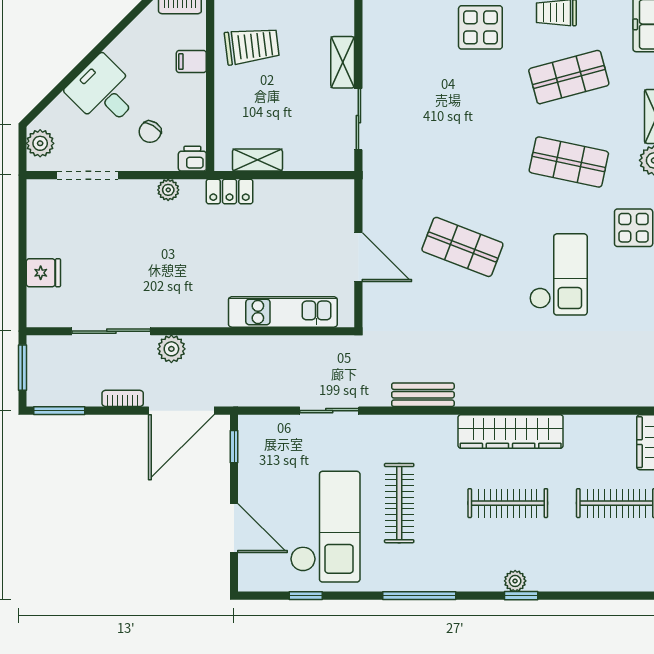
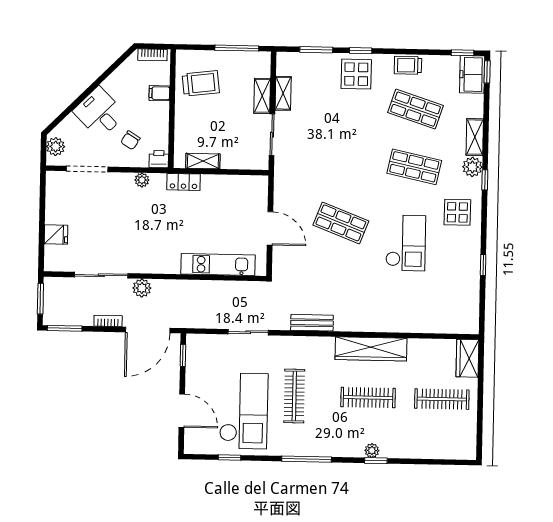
shelving: (373, 58) -> (283, 93), added
shop shelf: (569, 77) -> (416, 109), turned 33

